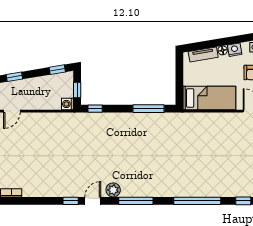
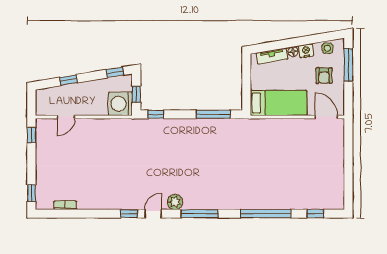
washing machine: (68, 104) -> (120, 104), width x1.89, depth x1.89

